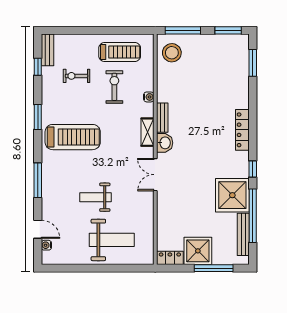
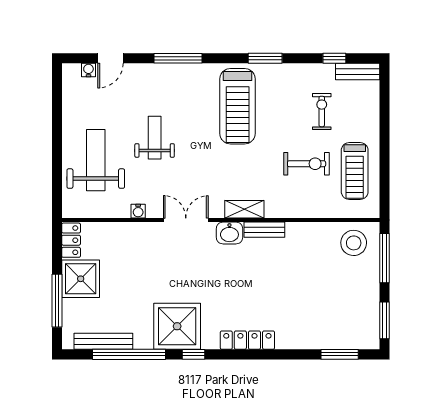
water cooler: (149, 97) -> (138, 211), moved
shower: (232, 195) -> (177, 326), moved
weight bench: (112, 240) -> (96, 160), turned 180

